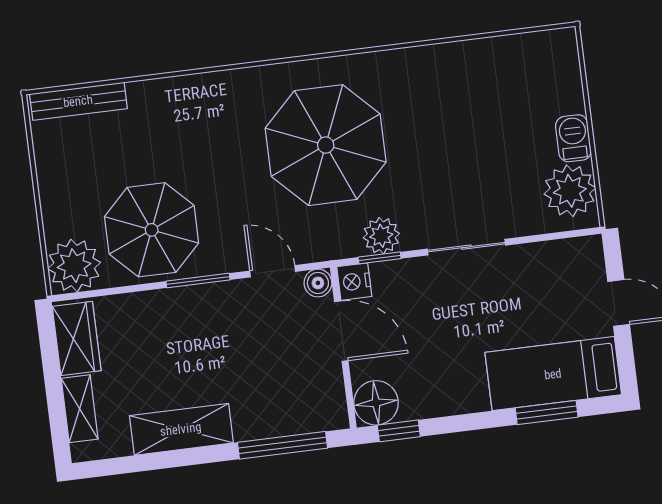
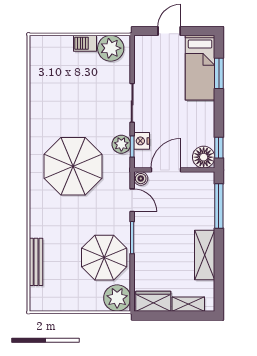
bench: (78, 101) -> (36, 262), moved
door: (273, 271) -> (132, 200), swing flipped
nightstand: (354, 282) -> (142, 141), moved, turned 90

